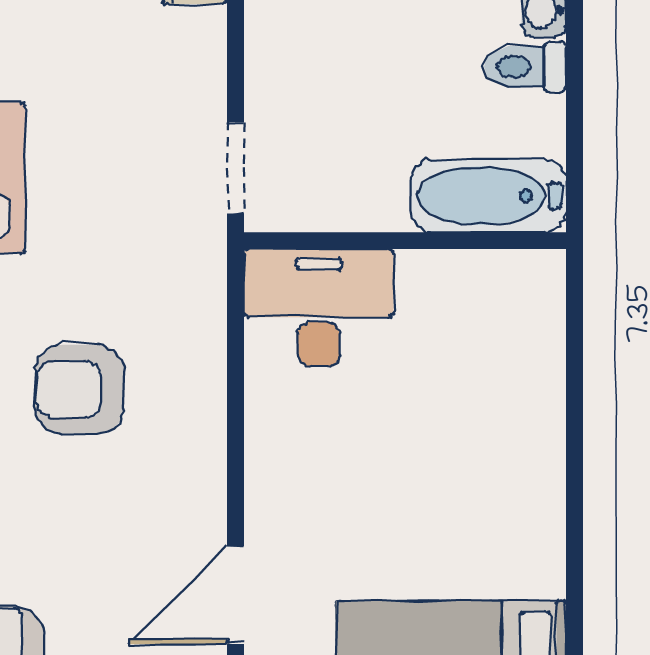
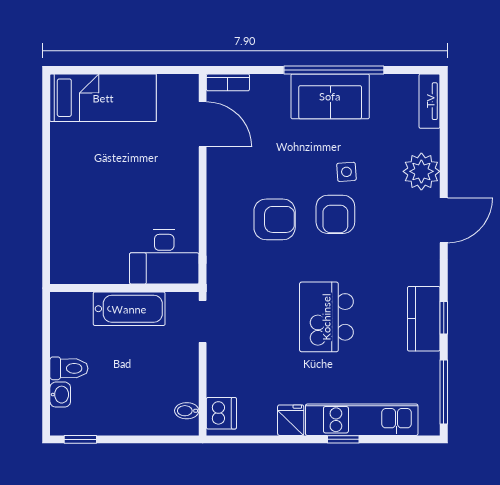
bathtub: (489, 196) -> (129, 309), moved
door: (235, 595) -> (203, 124), hinge flipped

